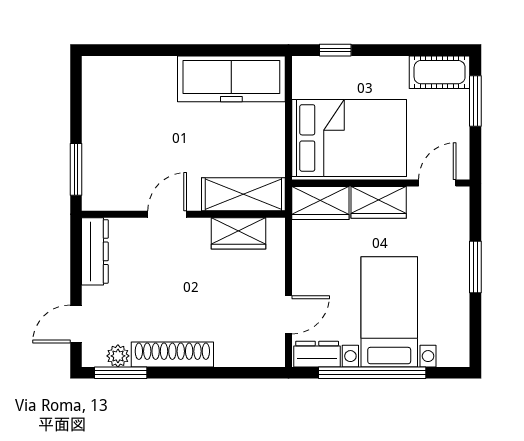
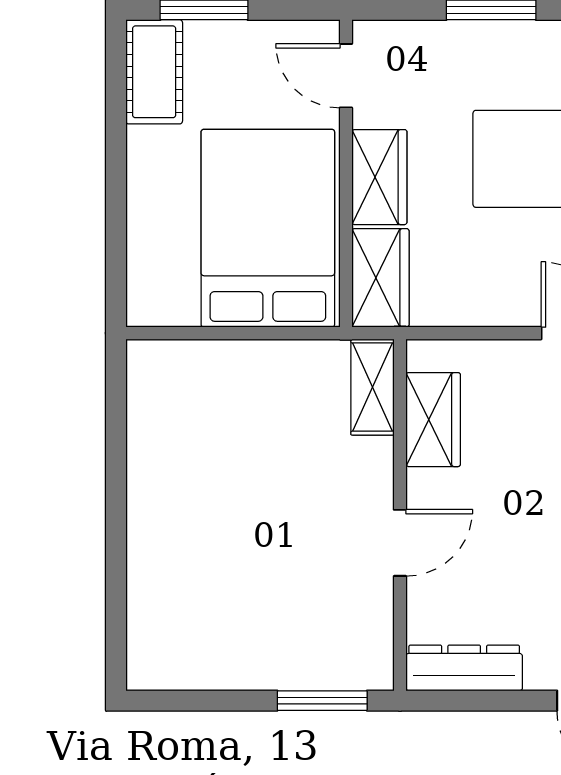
window: (335, 50) -> (116, 252), removed
freezer: (231, 79) -> (166, 432), removed
shelving: (243, 194) -> (372, 387), width x0.67, depth x0.75
door: (167, 214) -> (400, 543), swing flipped

